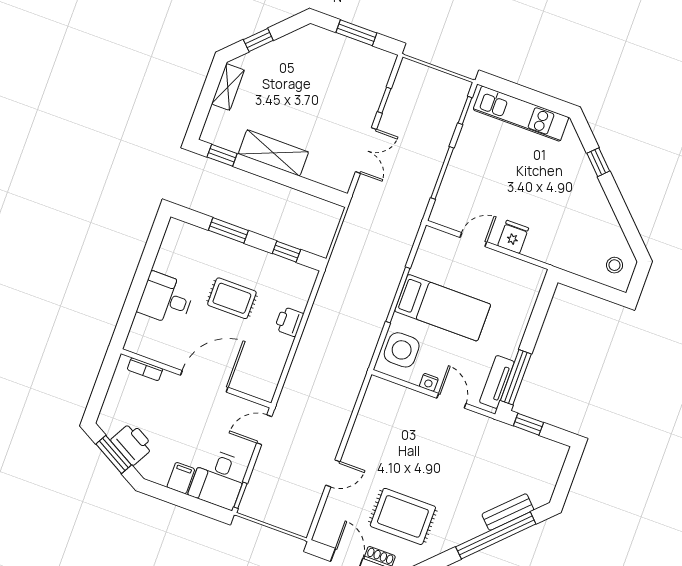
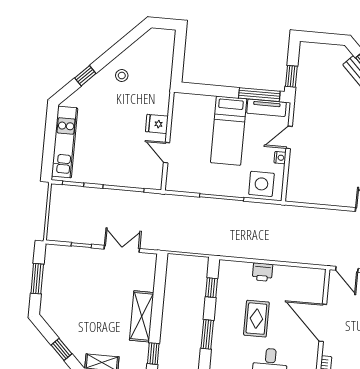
stool: (615, 265) -> (122, 76), moved
bed: (443, 308) -> (229, 131), moved, turned 180

